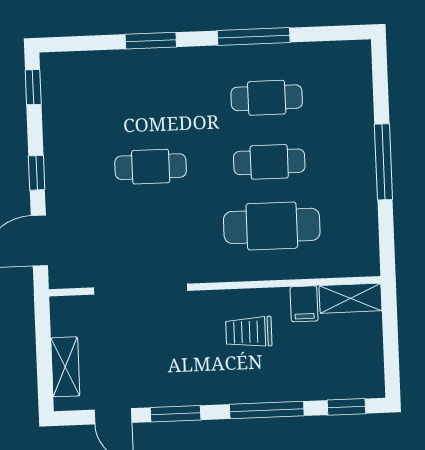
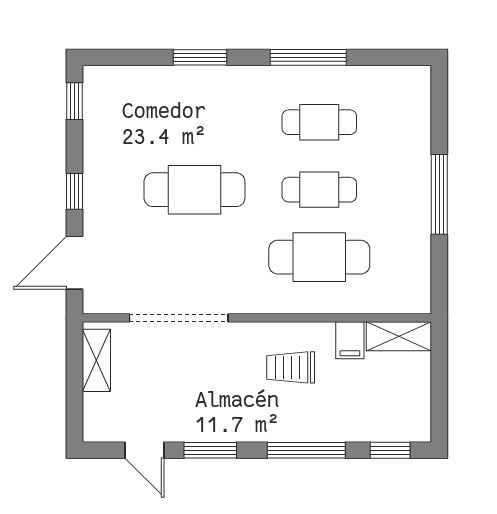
cafe table: (151, 167) -> (194, 190), width x1.37, depth x1.35
shelving: (65, 367) -> (96, 360), moved

